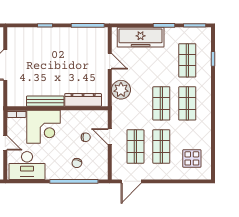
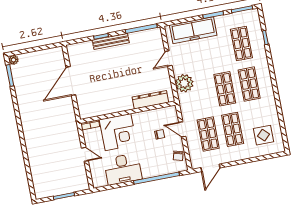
door: (110, 61) -> (168, 58), swing flipped
bench: (45, 101) -> (111, 41), moved
chair: (77, 163) -> (178, 156), moved
desk: (27, 166) -> (123, 169), moved

